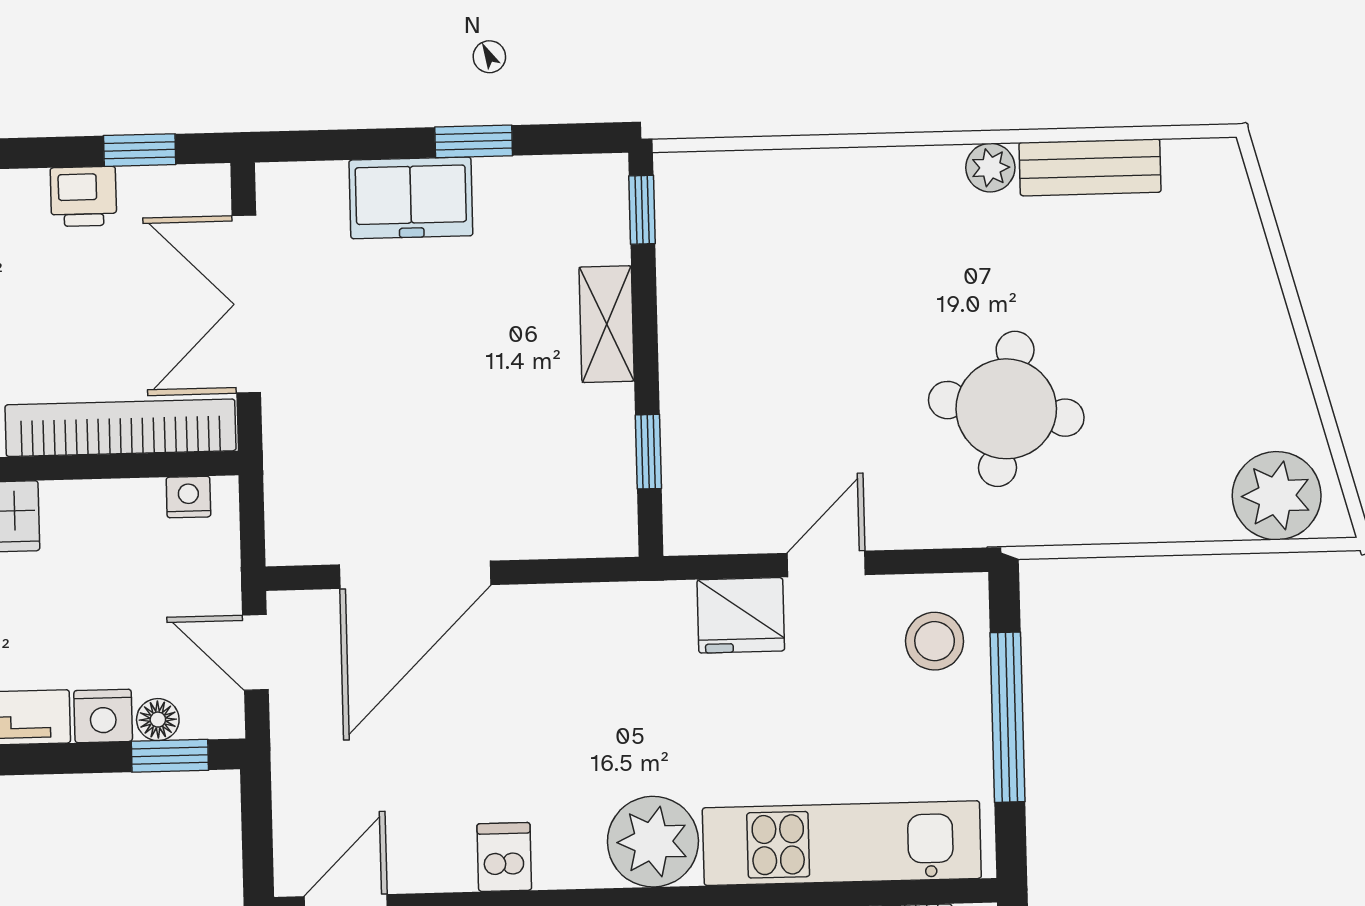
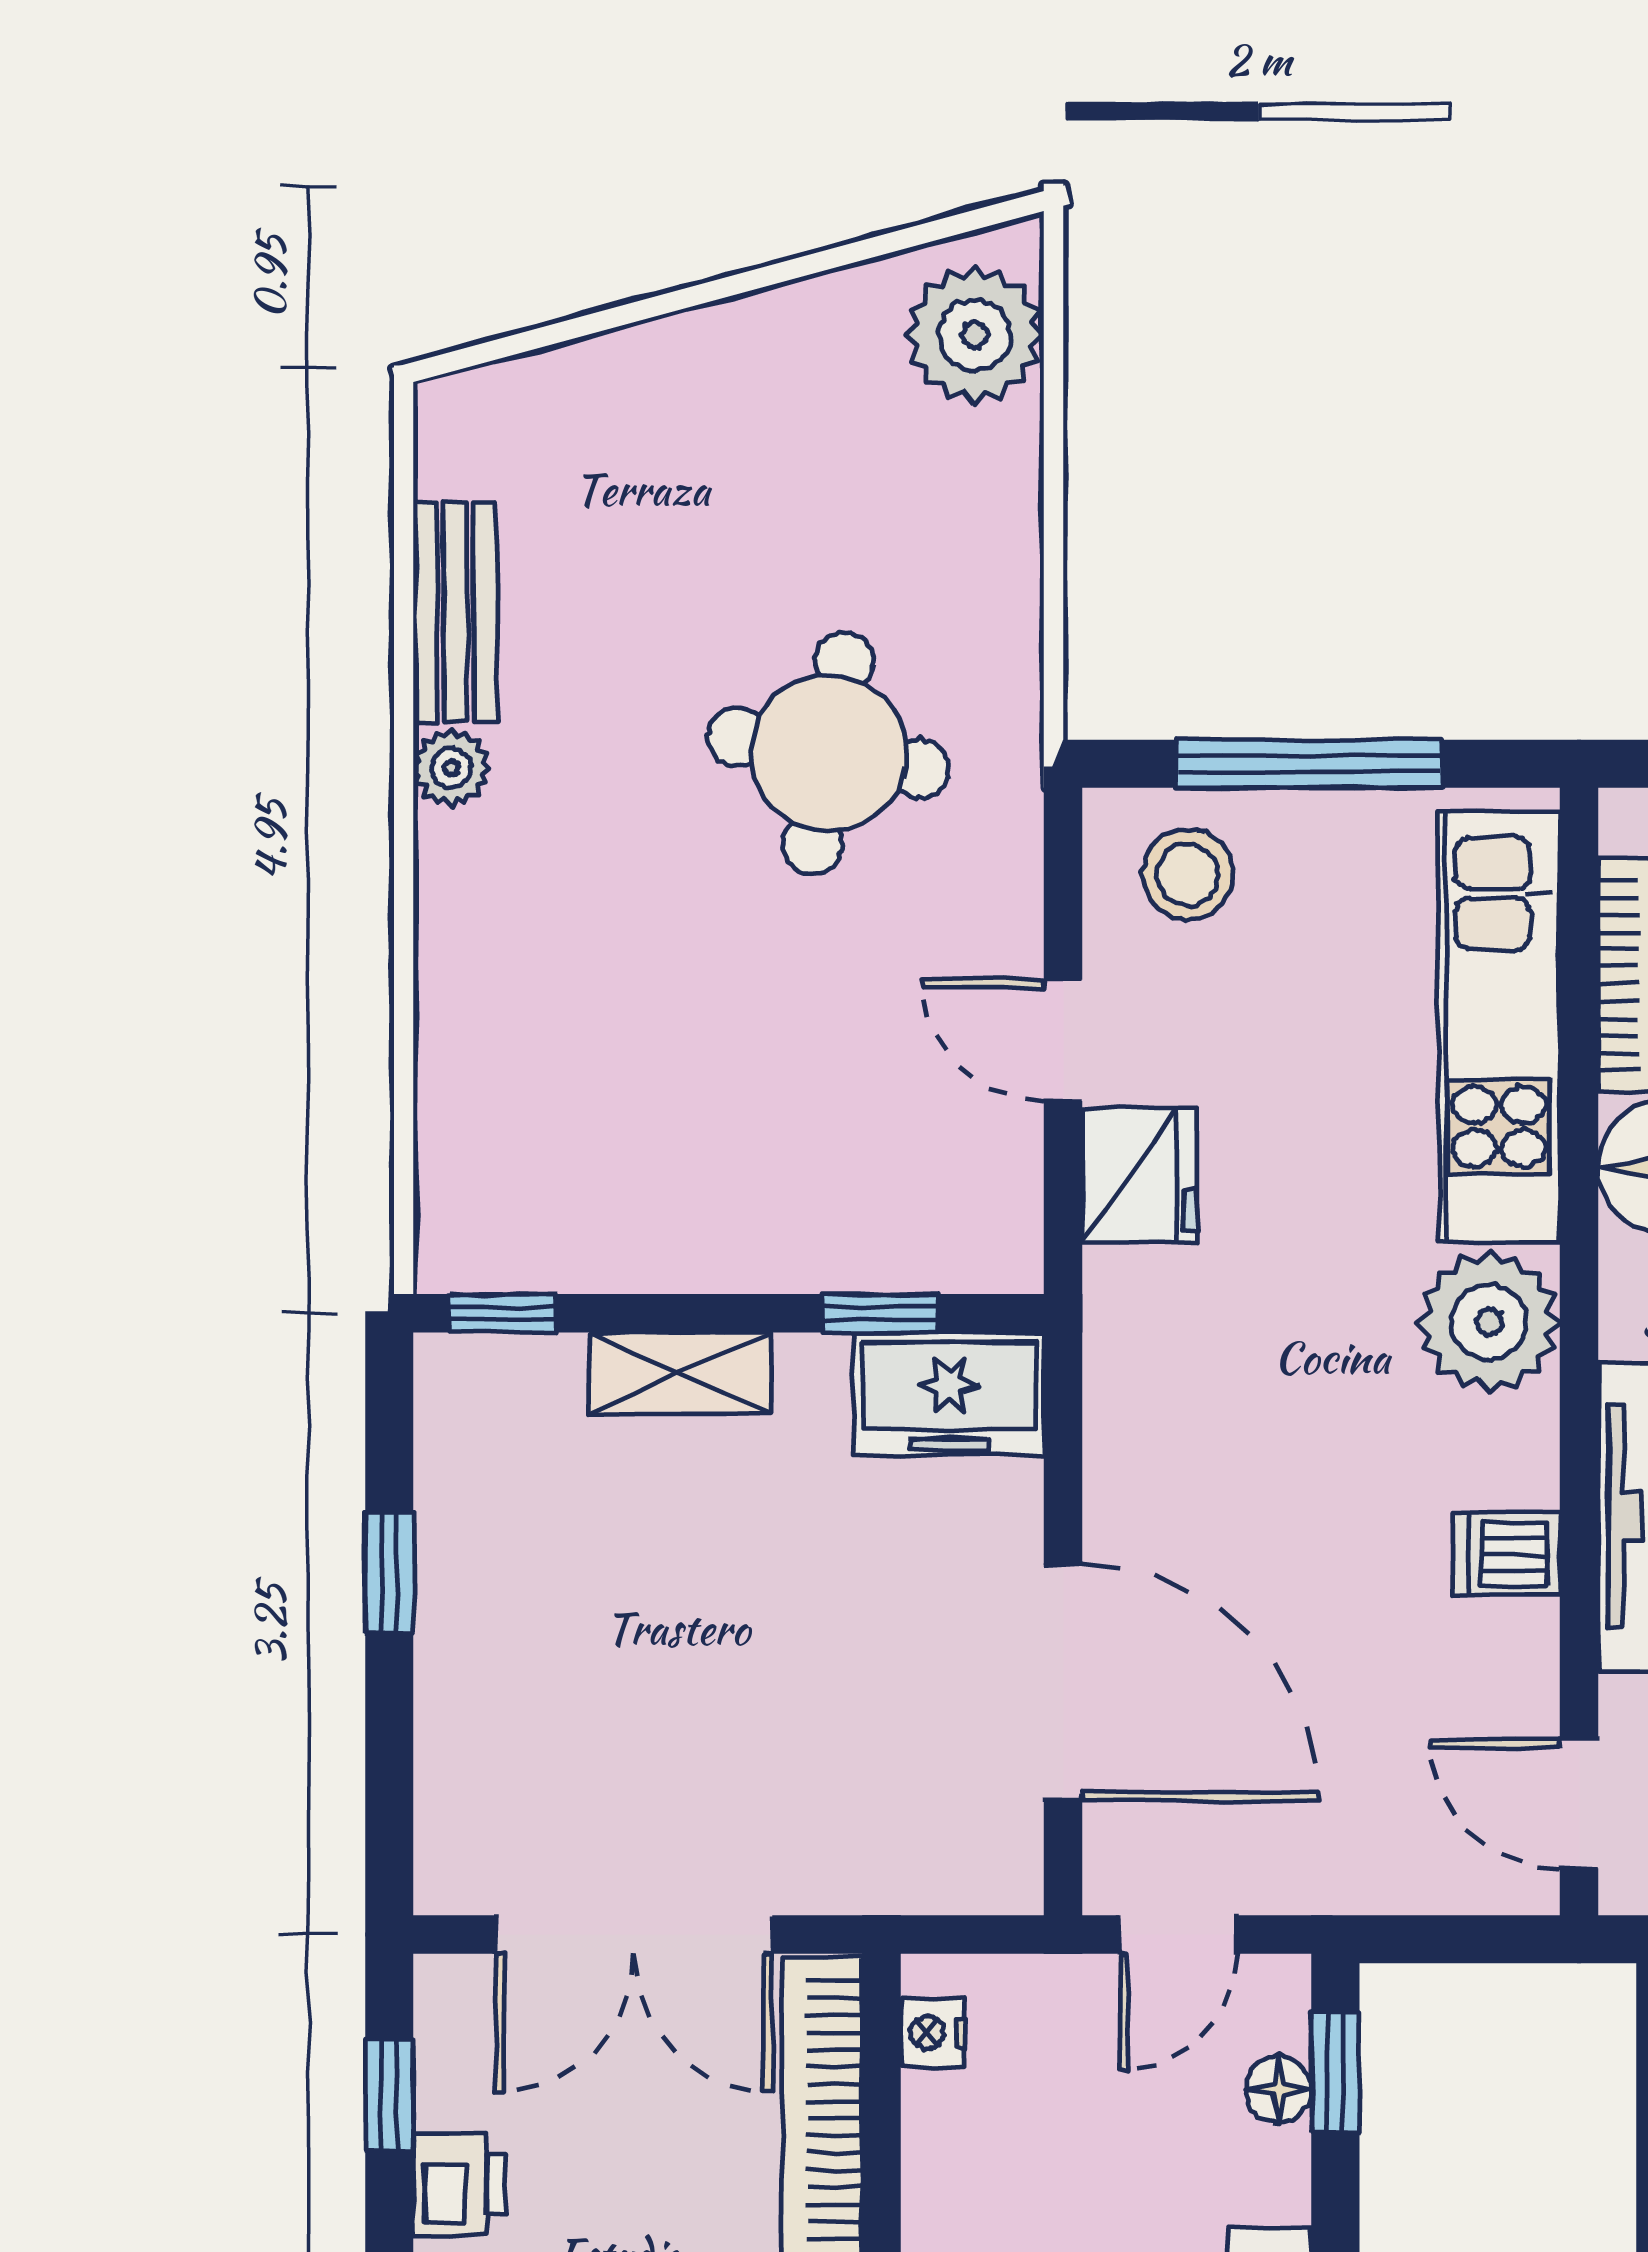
freezer: (411, 198) -> (949, 1394), moved, turned 90
nightstand: (103, 716) -> (1270, 2175), removed

